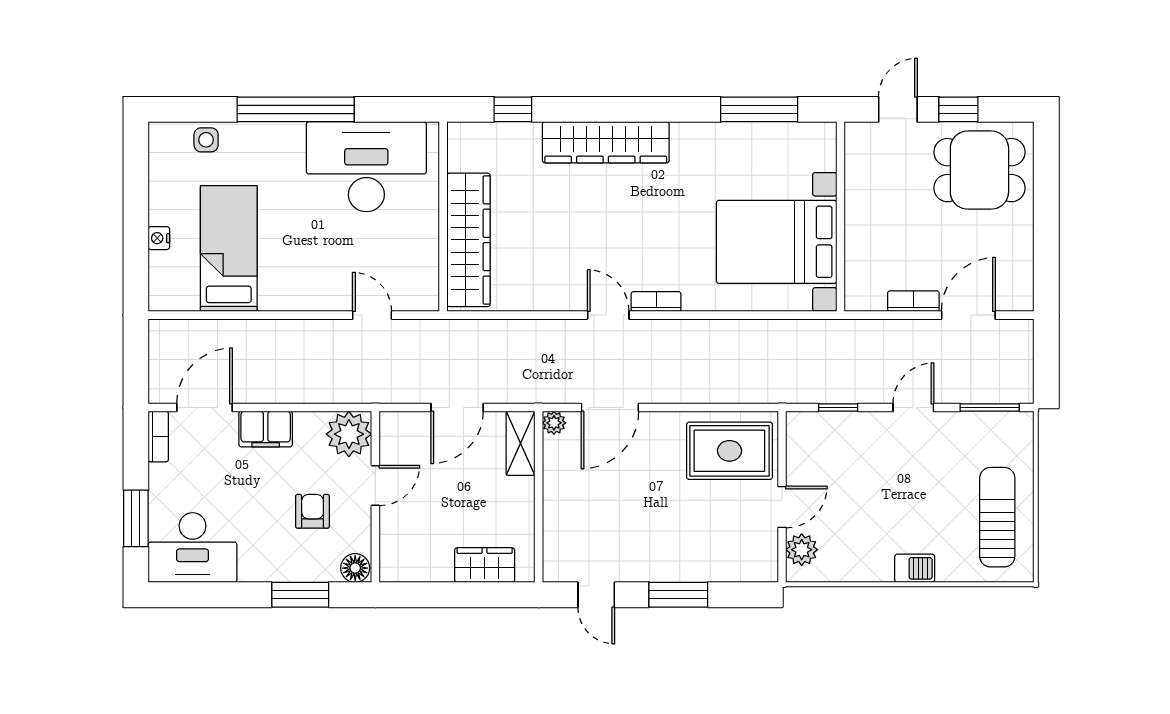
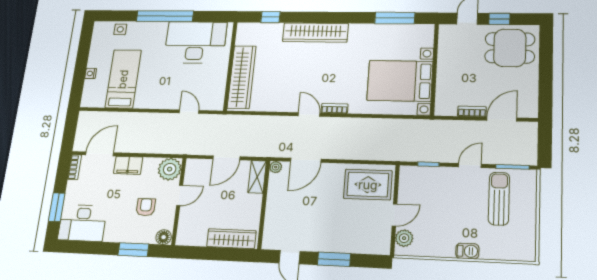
sun lounger: (997, 517) -> (499, 199), moved
wardrobe: (485, 565) -> (231, 239), width x1.50

